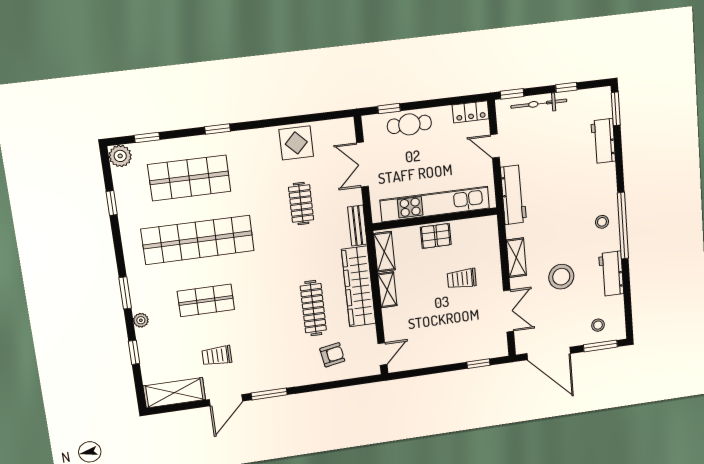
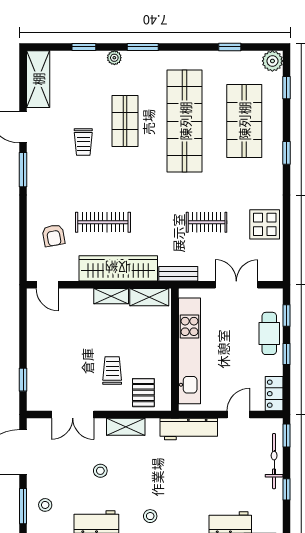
window: (429, 104) -> (286, 354), added
pallet: (436, 236) -> (143, 393), moved
stool: (561, 277) -> (100, 471), width x0.53, depth x0.53
trolley: (217, 356) -> (83, 142), moved, turned 180

